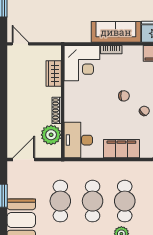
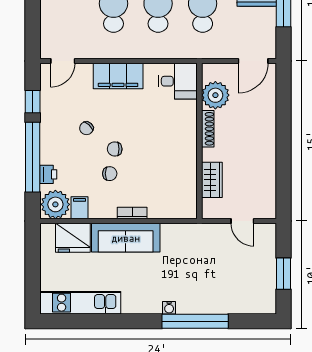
door: (20, 44) -> (242, 221), moved
corner desk: (82, 63) -> (173, 194), removed
chair: (127, 78) -> (110, 174), added
desk: (78, 140) -> (178, 81), width x0.73

